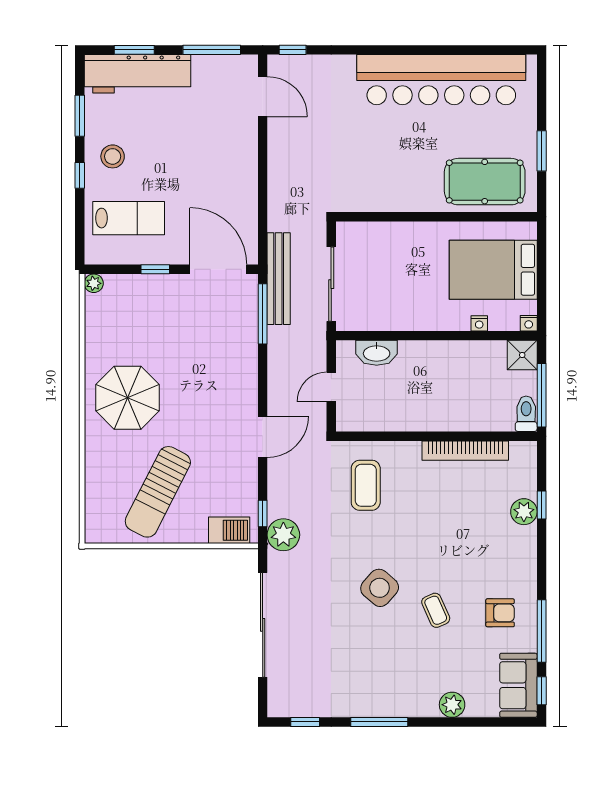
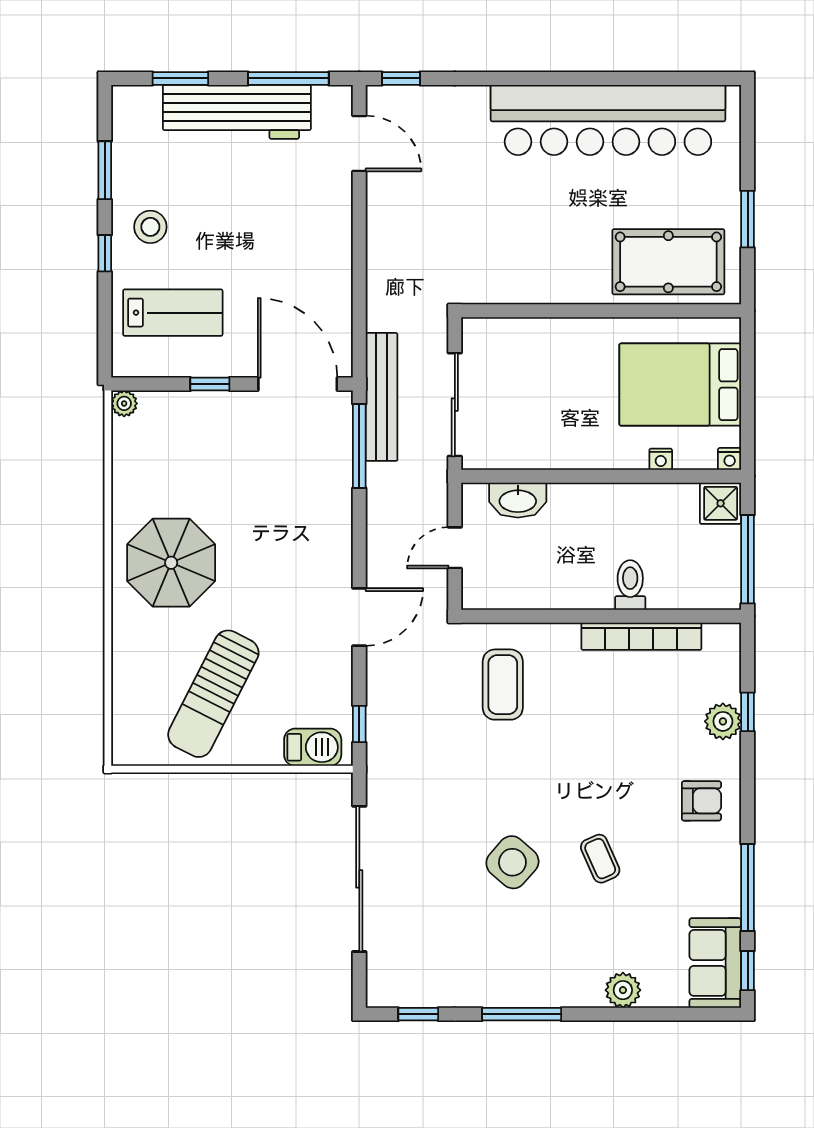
workbench: (138, 74) -> (237, 112), moved
toilet: (526, 414) -> (630, 585), moved
plant: (283, 535) -> (388, 754), removed
side table: (380, 588) -> (512, 862), moved
armchair: (500, 613) -> (701, 801), moved

